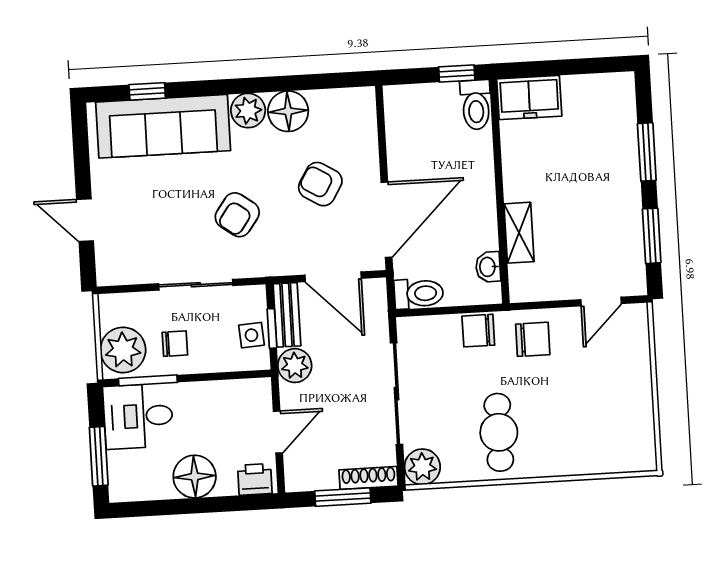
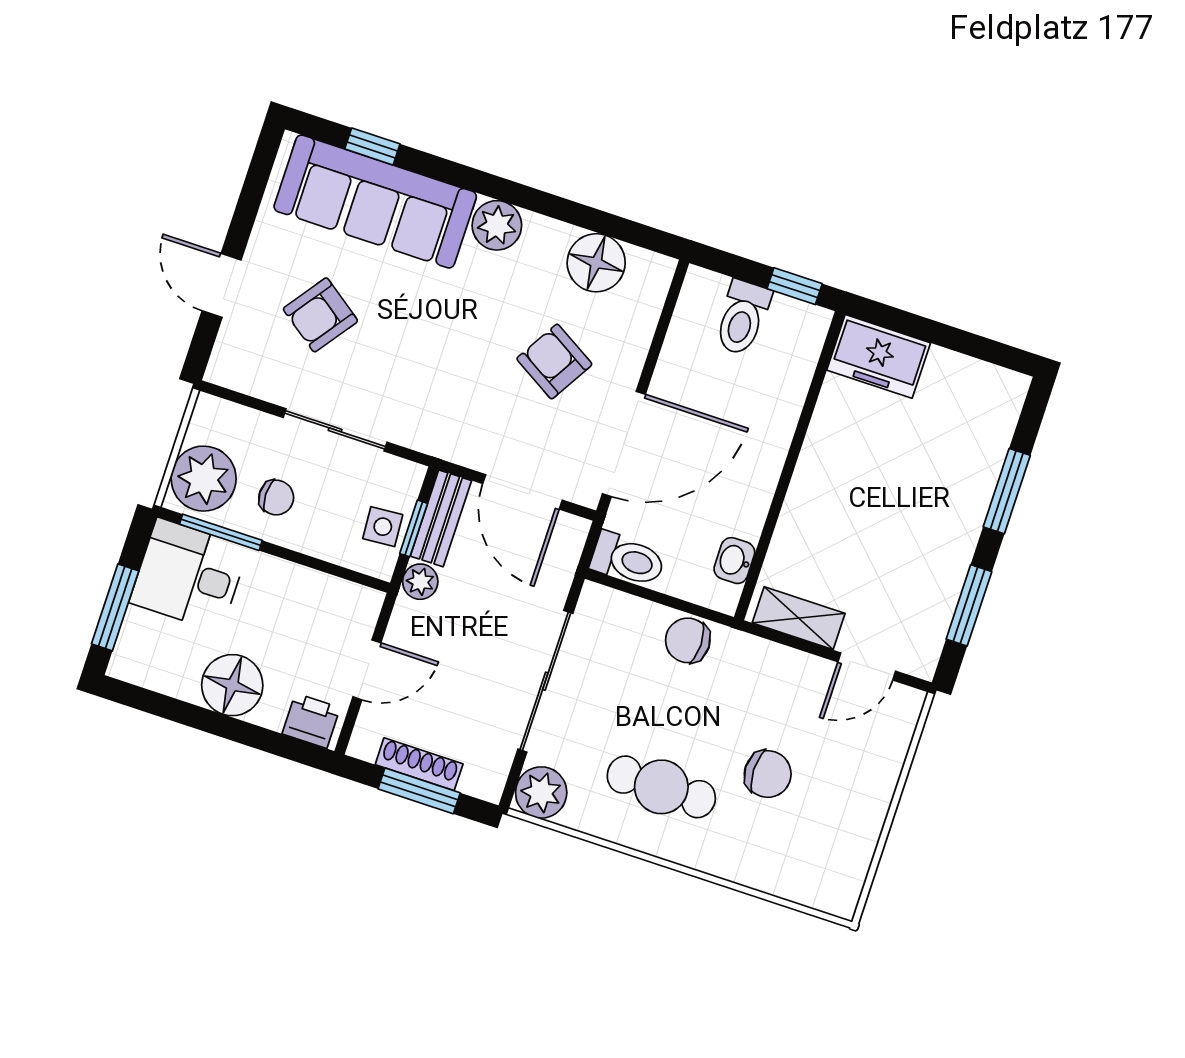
toilet: (476, 105) -> (742, 318), moved
floor lamp: (288, 111) -> (596, 263), moved
armchair: (237, 215) -> (320, 315), moved
shelving: (519, 233) -> (799, 618), moved, turned 90
chair: (533, 339) -> (768, 774), moved
plant: (295, 366) -> (420, 582), width x0.73, depth x0.73
cafe table: (499, 432) -> (661, 787), turned 90
shoe rack: (369, 478) -> (419, 764), moved

